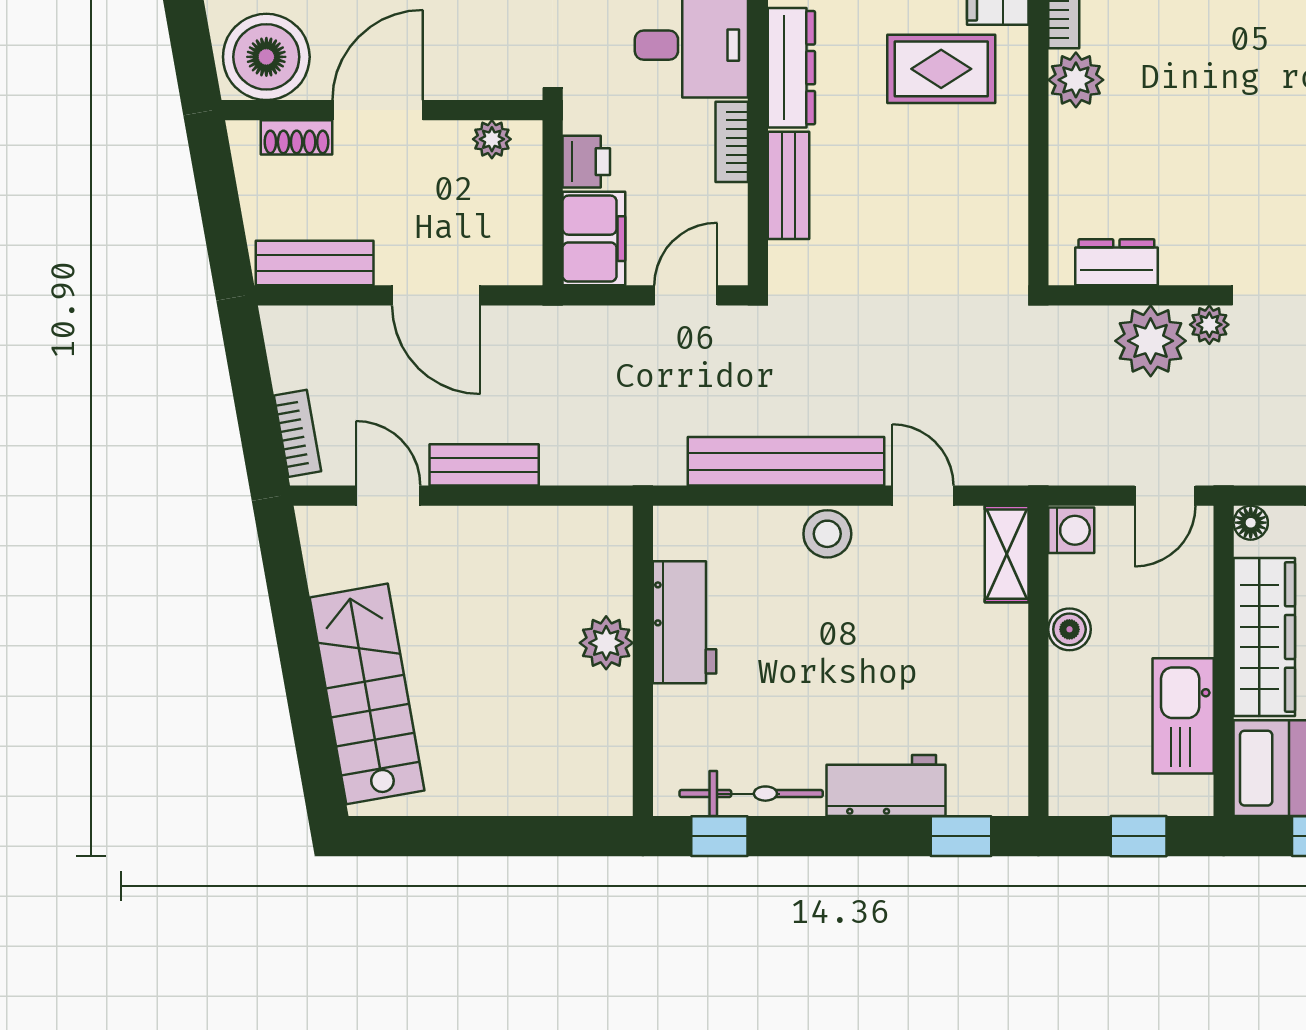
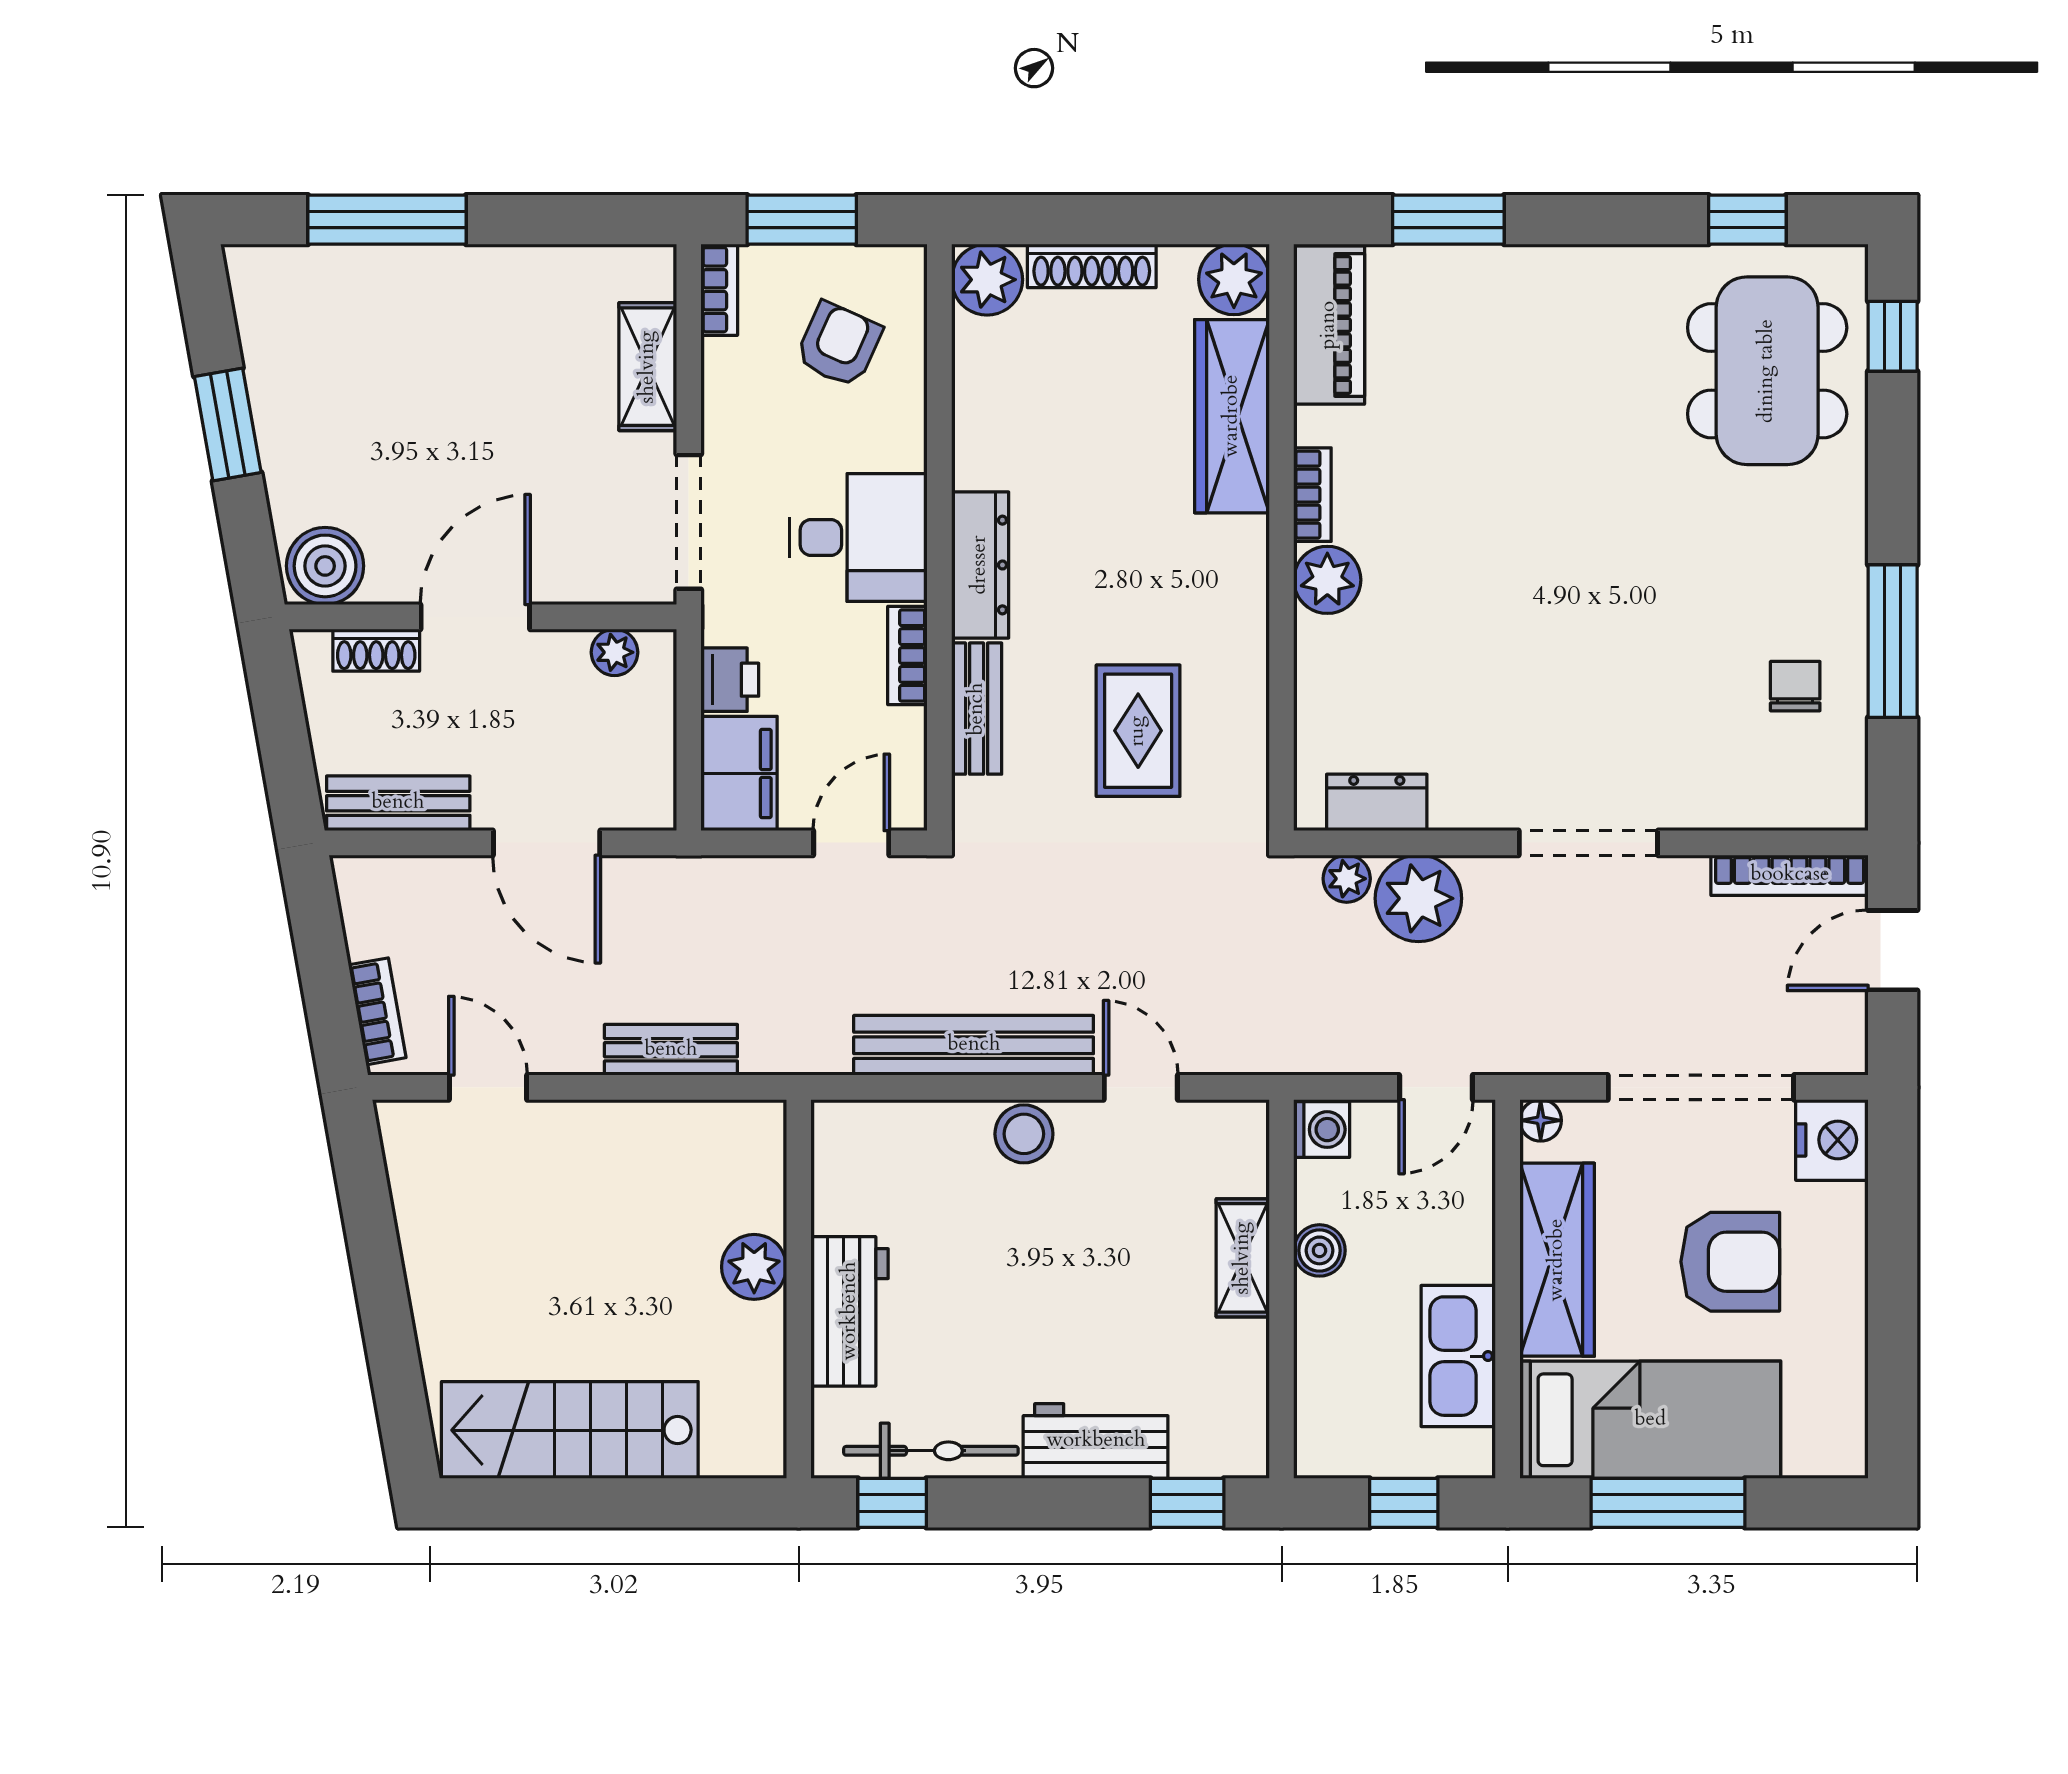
boiler: (266, 57) -> (325, 566), width x0.73, depth x0.73
rug: (941, 69) -> (1138, 731), moved, turned 90
plant: (1209, 325) -> (1347, 879), moved
bench: (484, 465) -> (671, 1050), moved
shelving: (1007, 554) -> (1243, 1258), moved
workbench: (684, 622) -> (850, 1311), moved
stairs: (367, 694) -> (570, 1430), moved, turned -80

